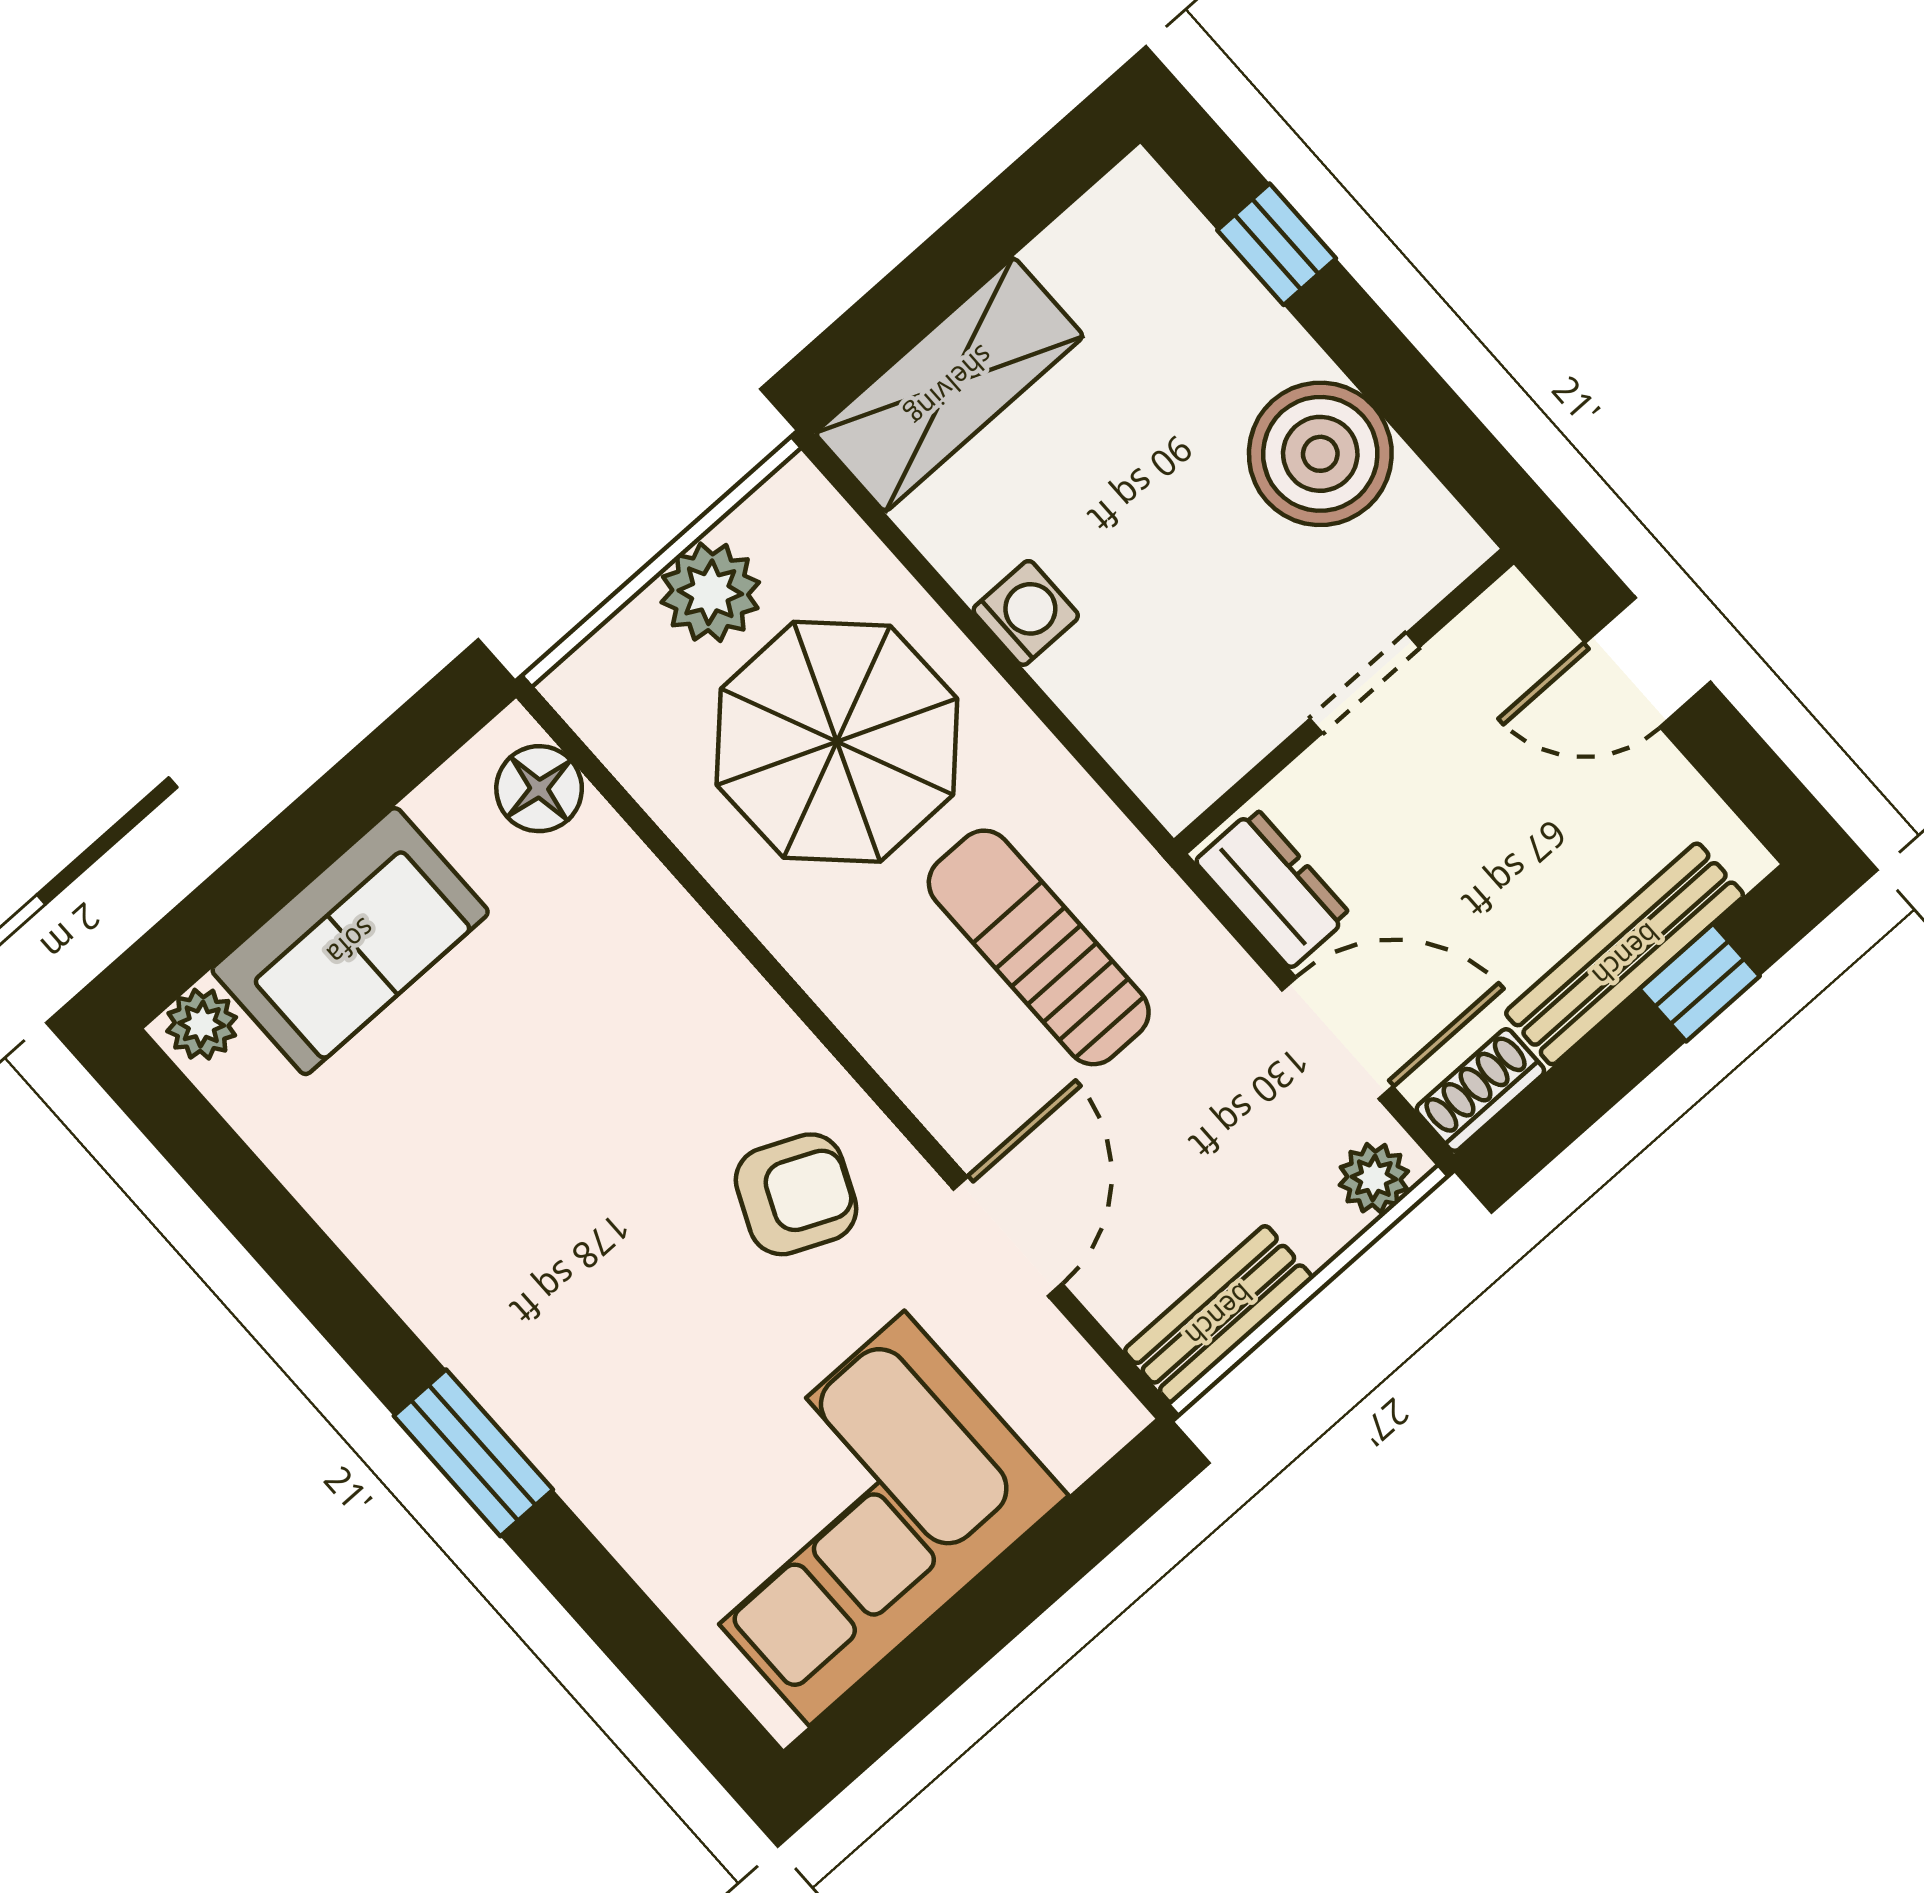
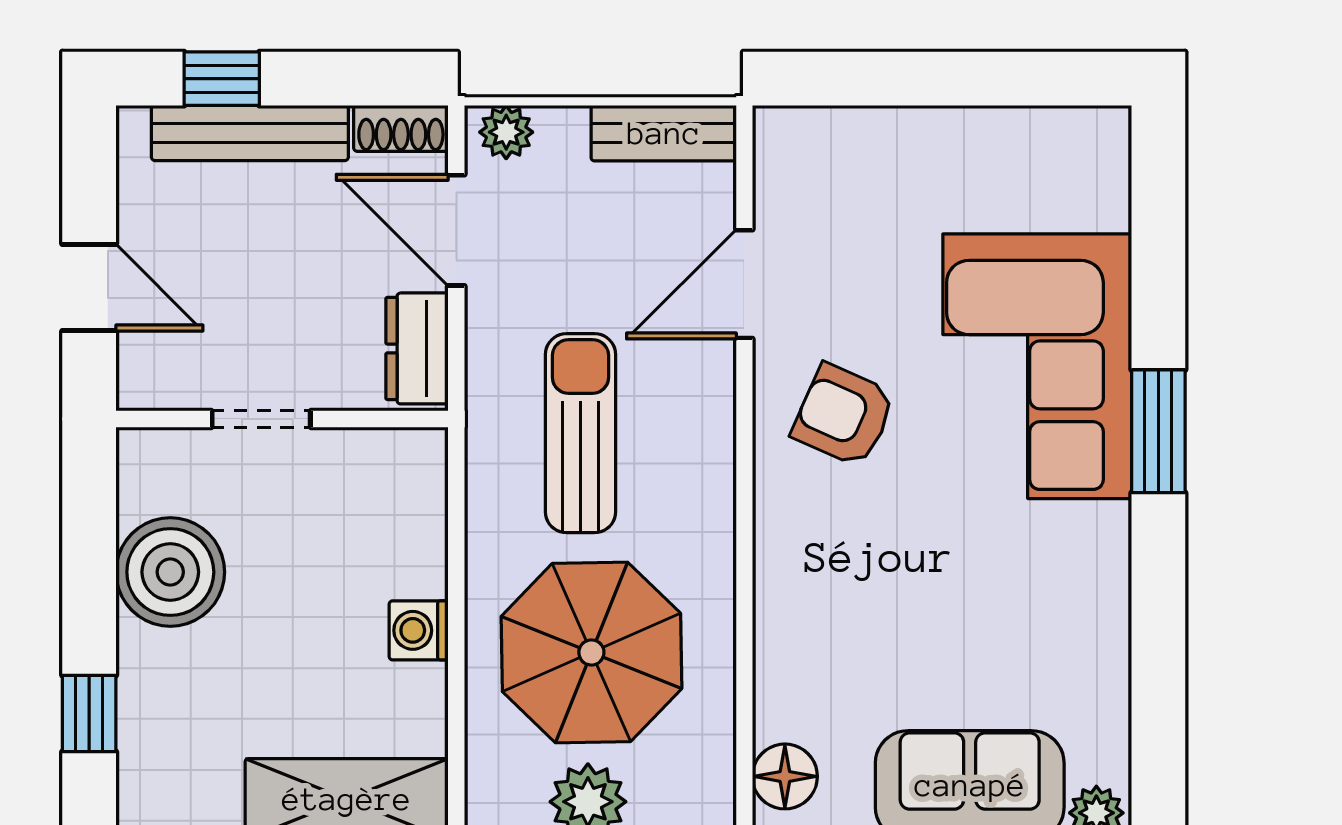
sun lounger: (1039, 947) -> (580, 433), turned 180
corner sofa: (857, 1518) -> (1037, 366), moved, turned 90

